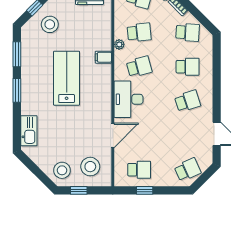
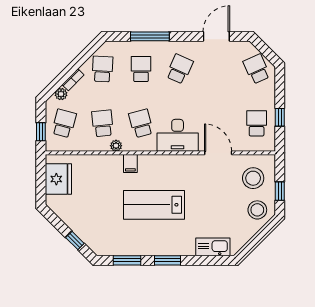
stool: (50, 24) -> (94, 224), removed
window: (217, 75) -> (150, 36), added
school desk: (188, 101) -> (180, 69), turned 42

